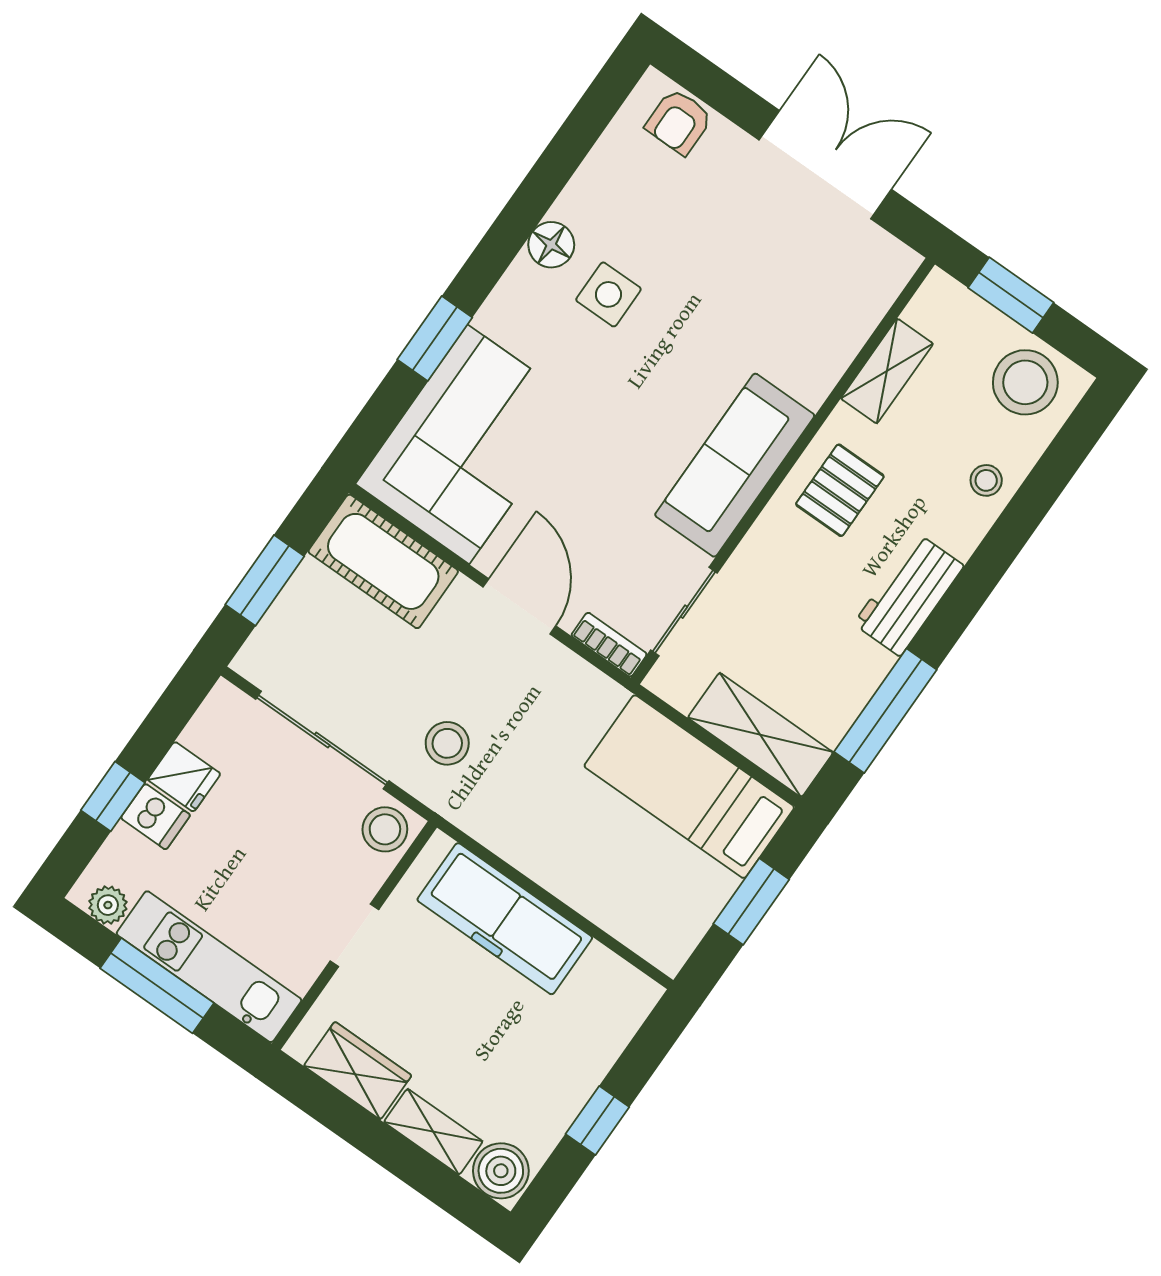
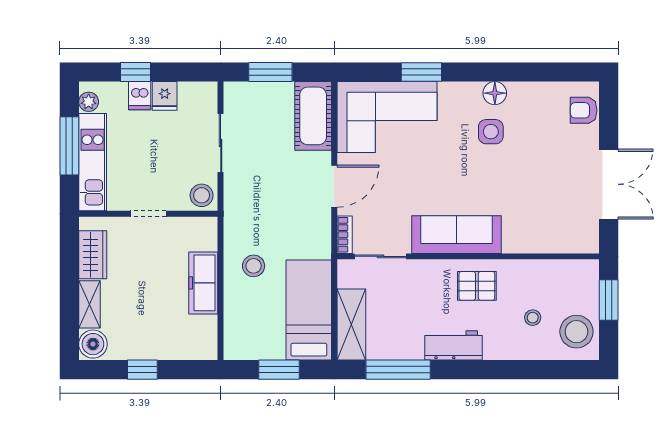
shelving: (887, 371) -> (541, 271), removed
stool: (986, 480) -> (533, 318), moved
sliding door: (322, 740) -> (221, 143), width x0.73
stool: (447, 743) -> (254, 266), moved
freezer: (505, 919) -> (203, 283), width x0.73, depth x0.79

